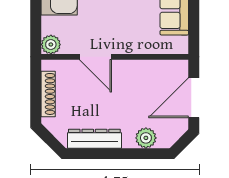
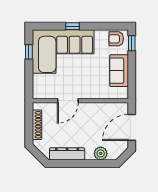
plant: (51, 44) -> (39, 93), removed
door: (95, 57) -> (68, 101), hinge flipped

